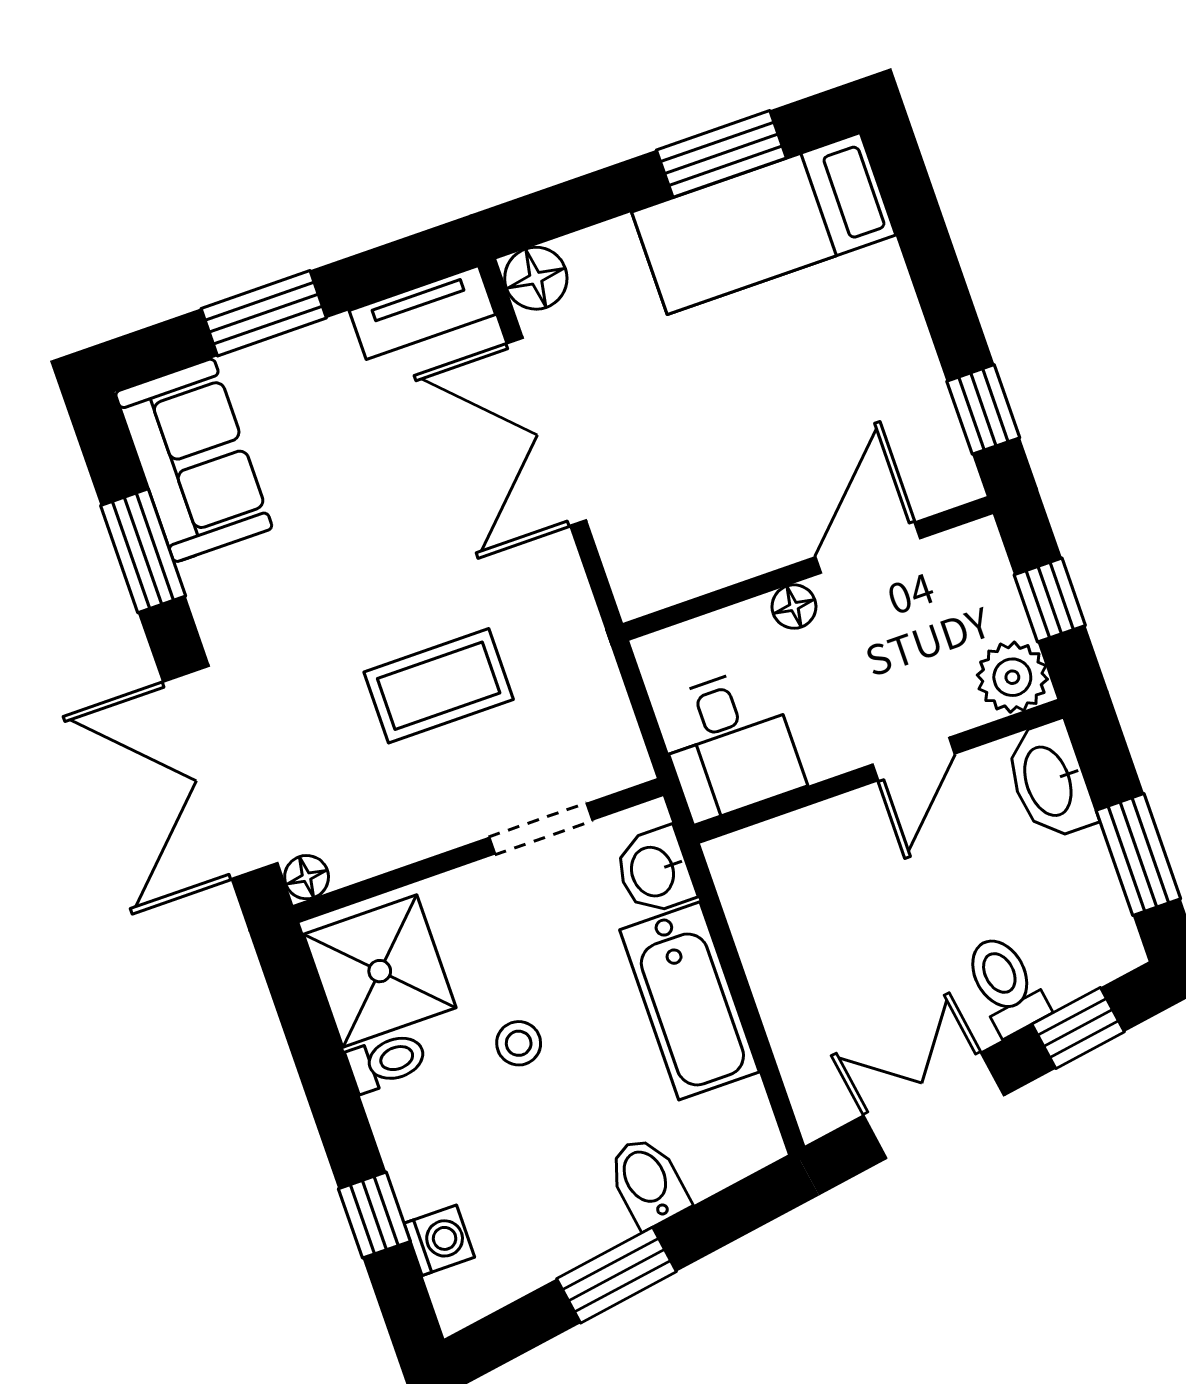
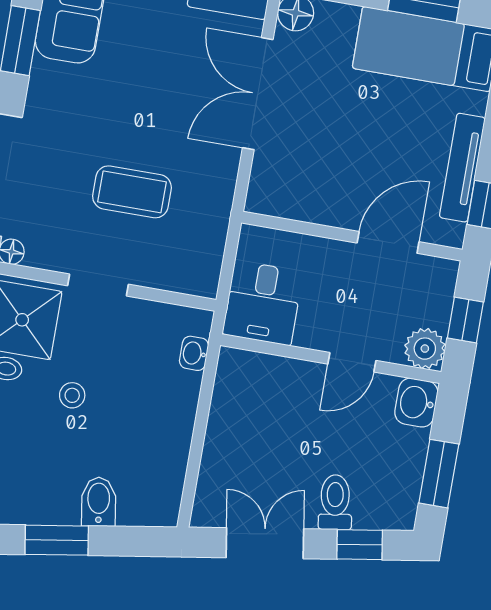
tv unit: (917, 372) -> (462, 168), added
floor lamp: (794, 607) -> (334, 251), removed
washbasin: (1050, 781) -> (416, 403), width x0.72
doorway: (541, 829) -> (98, 285), moved
washbasin: (654, 871) -> (194, 353), width x0.72, depth x0.69
bathtub: (689, 1001) -> (171, 422), removed

